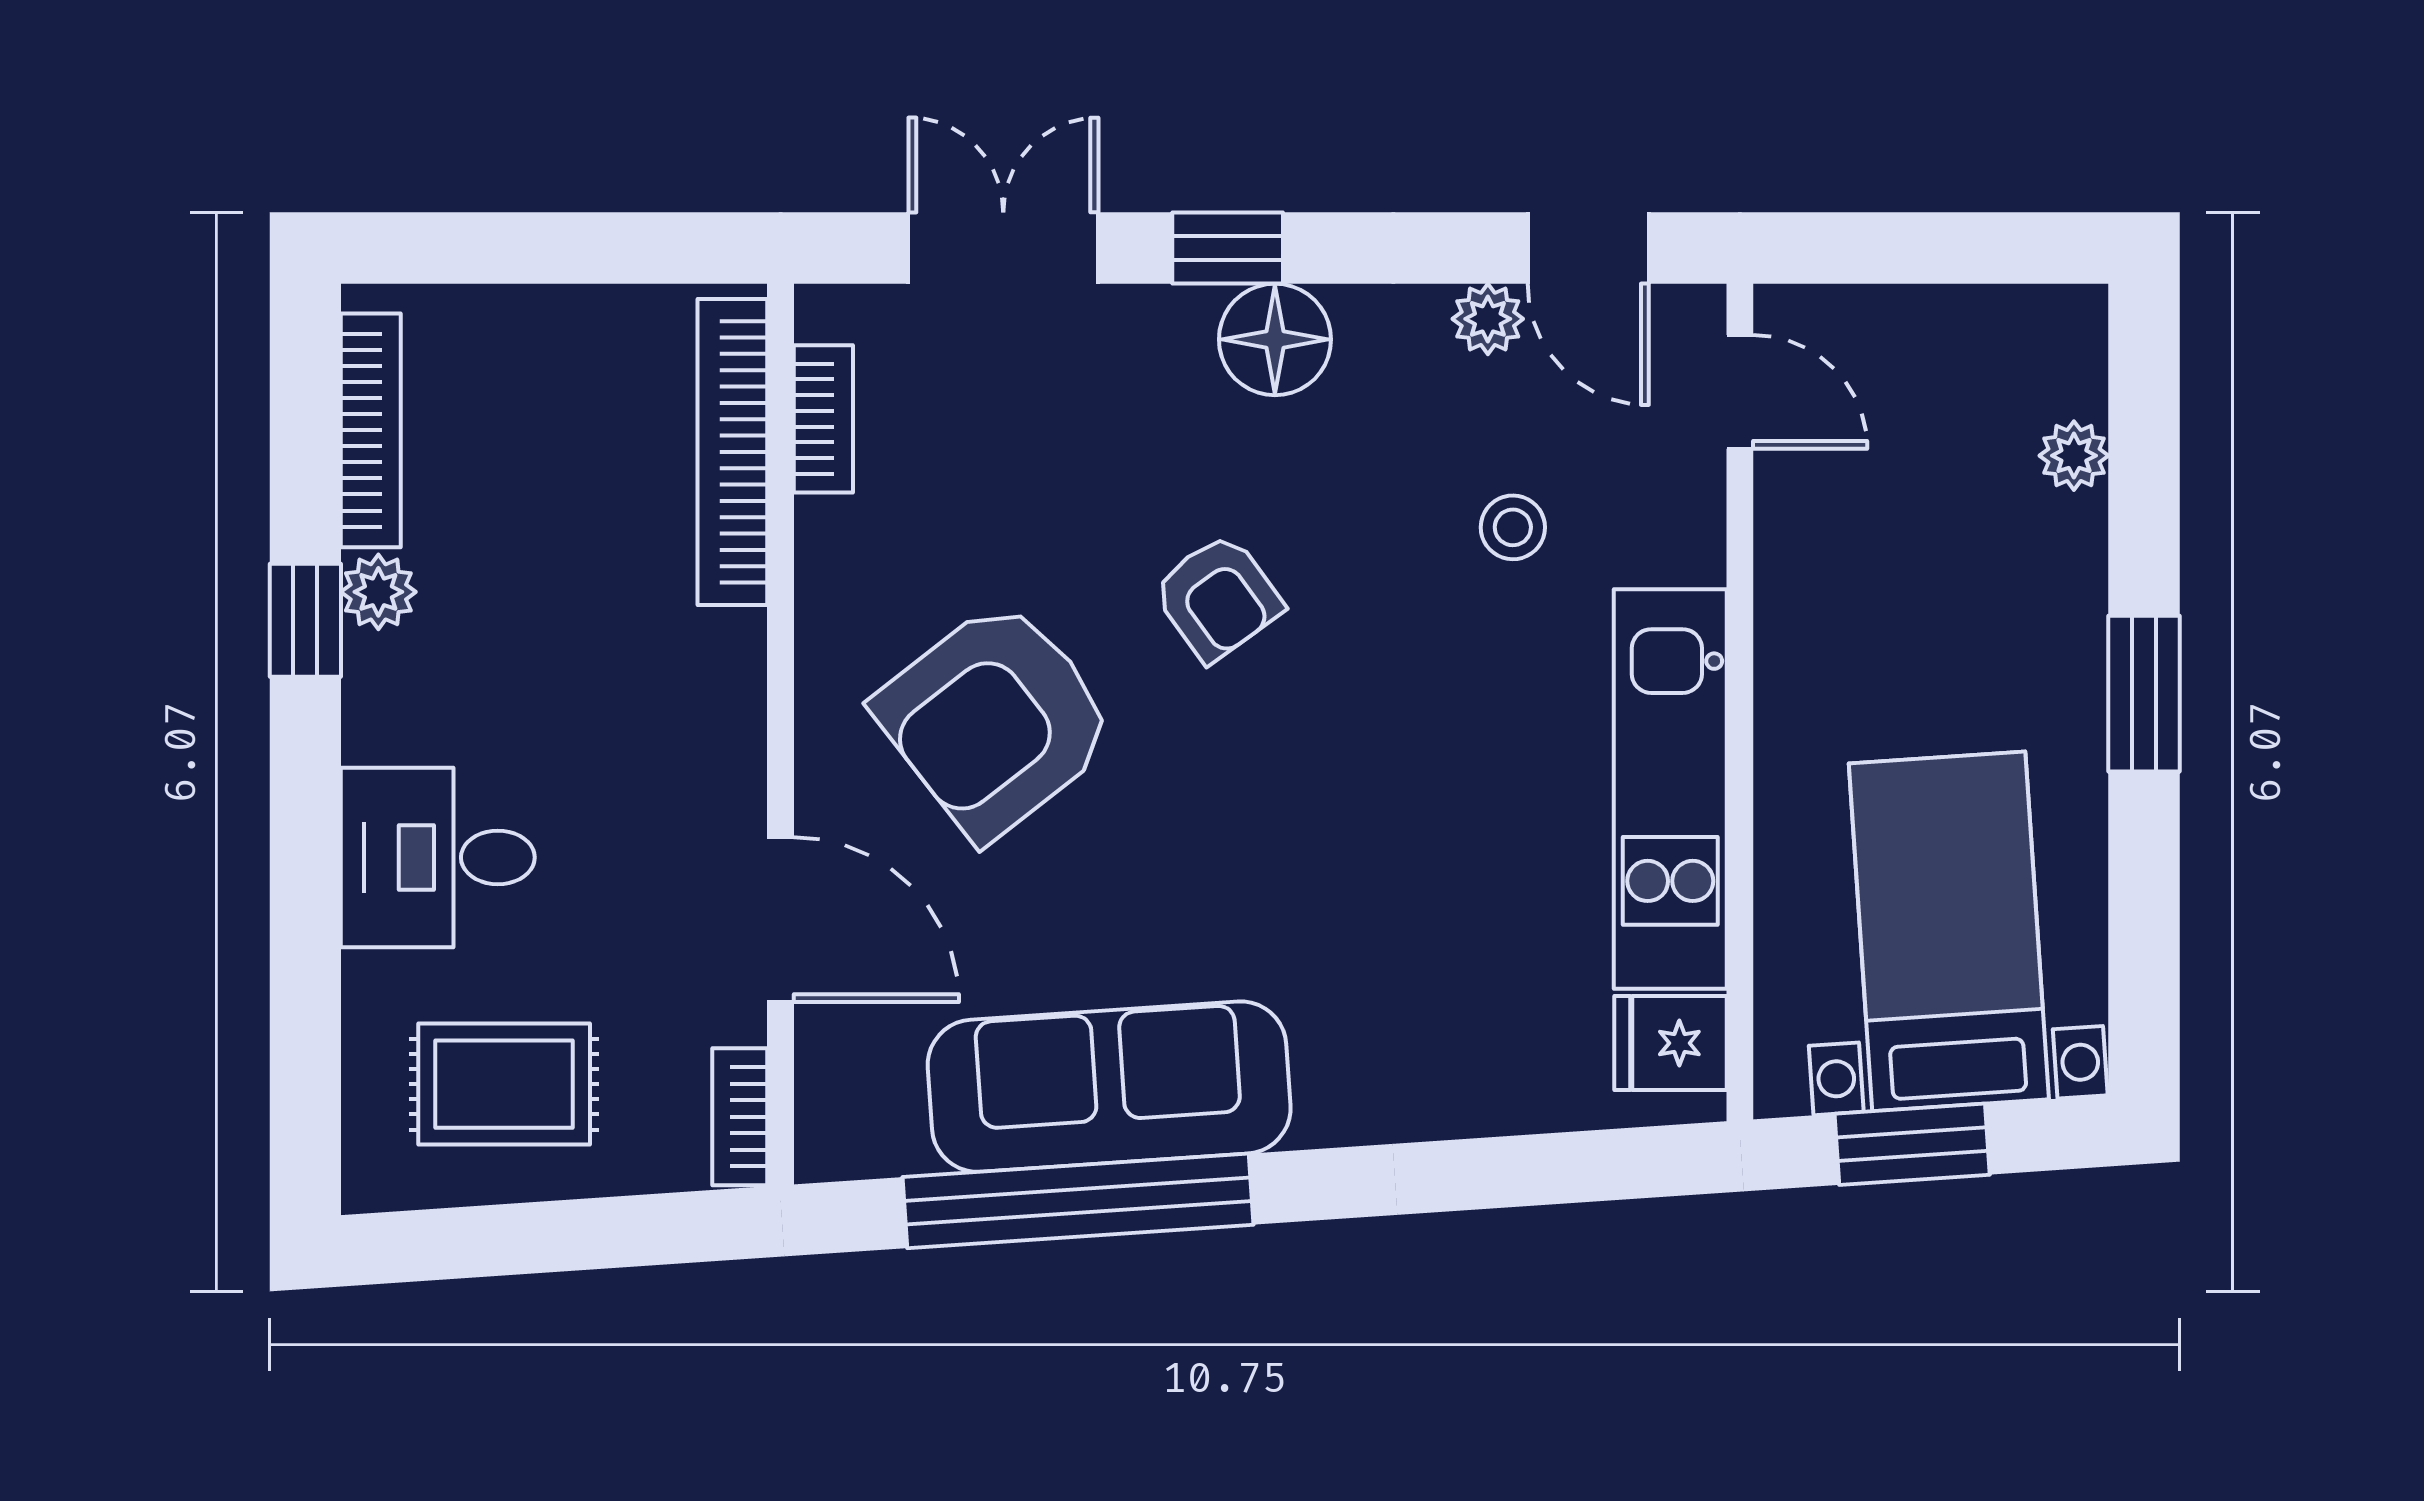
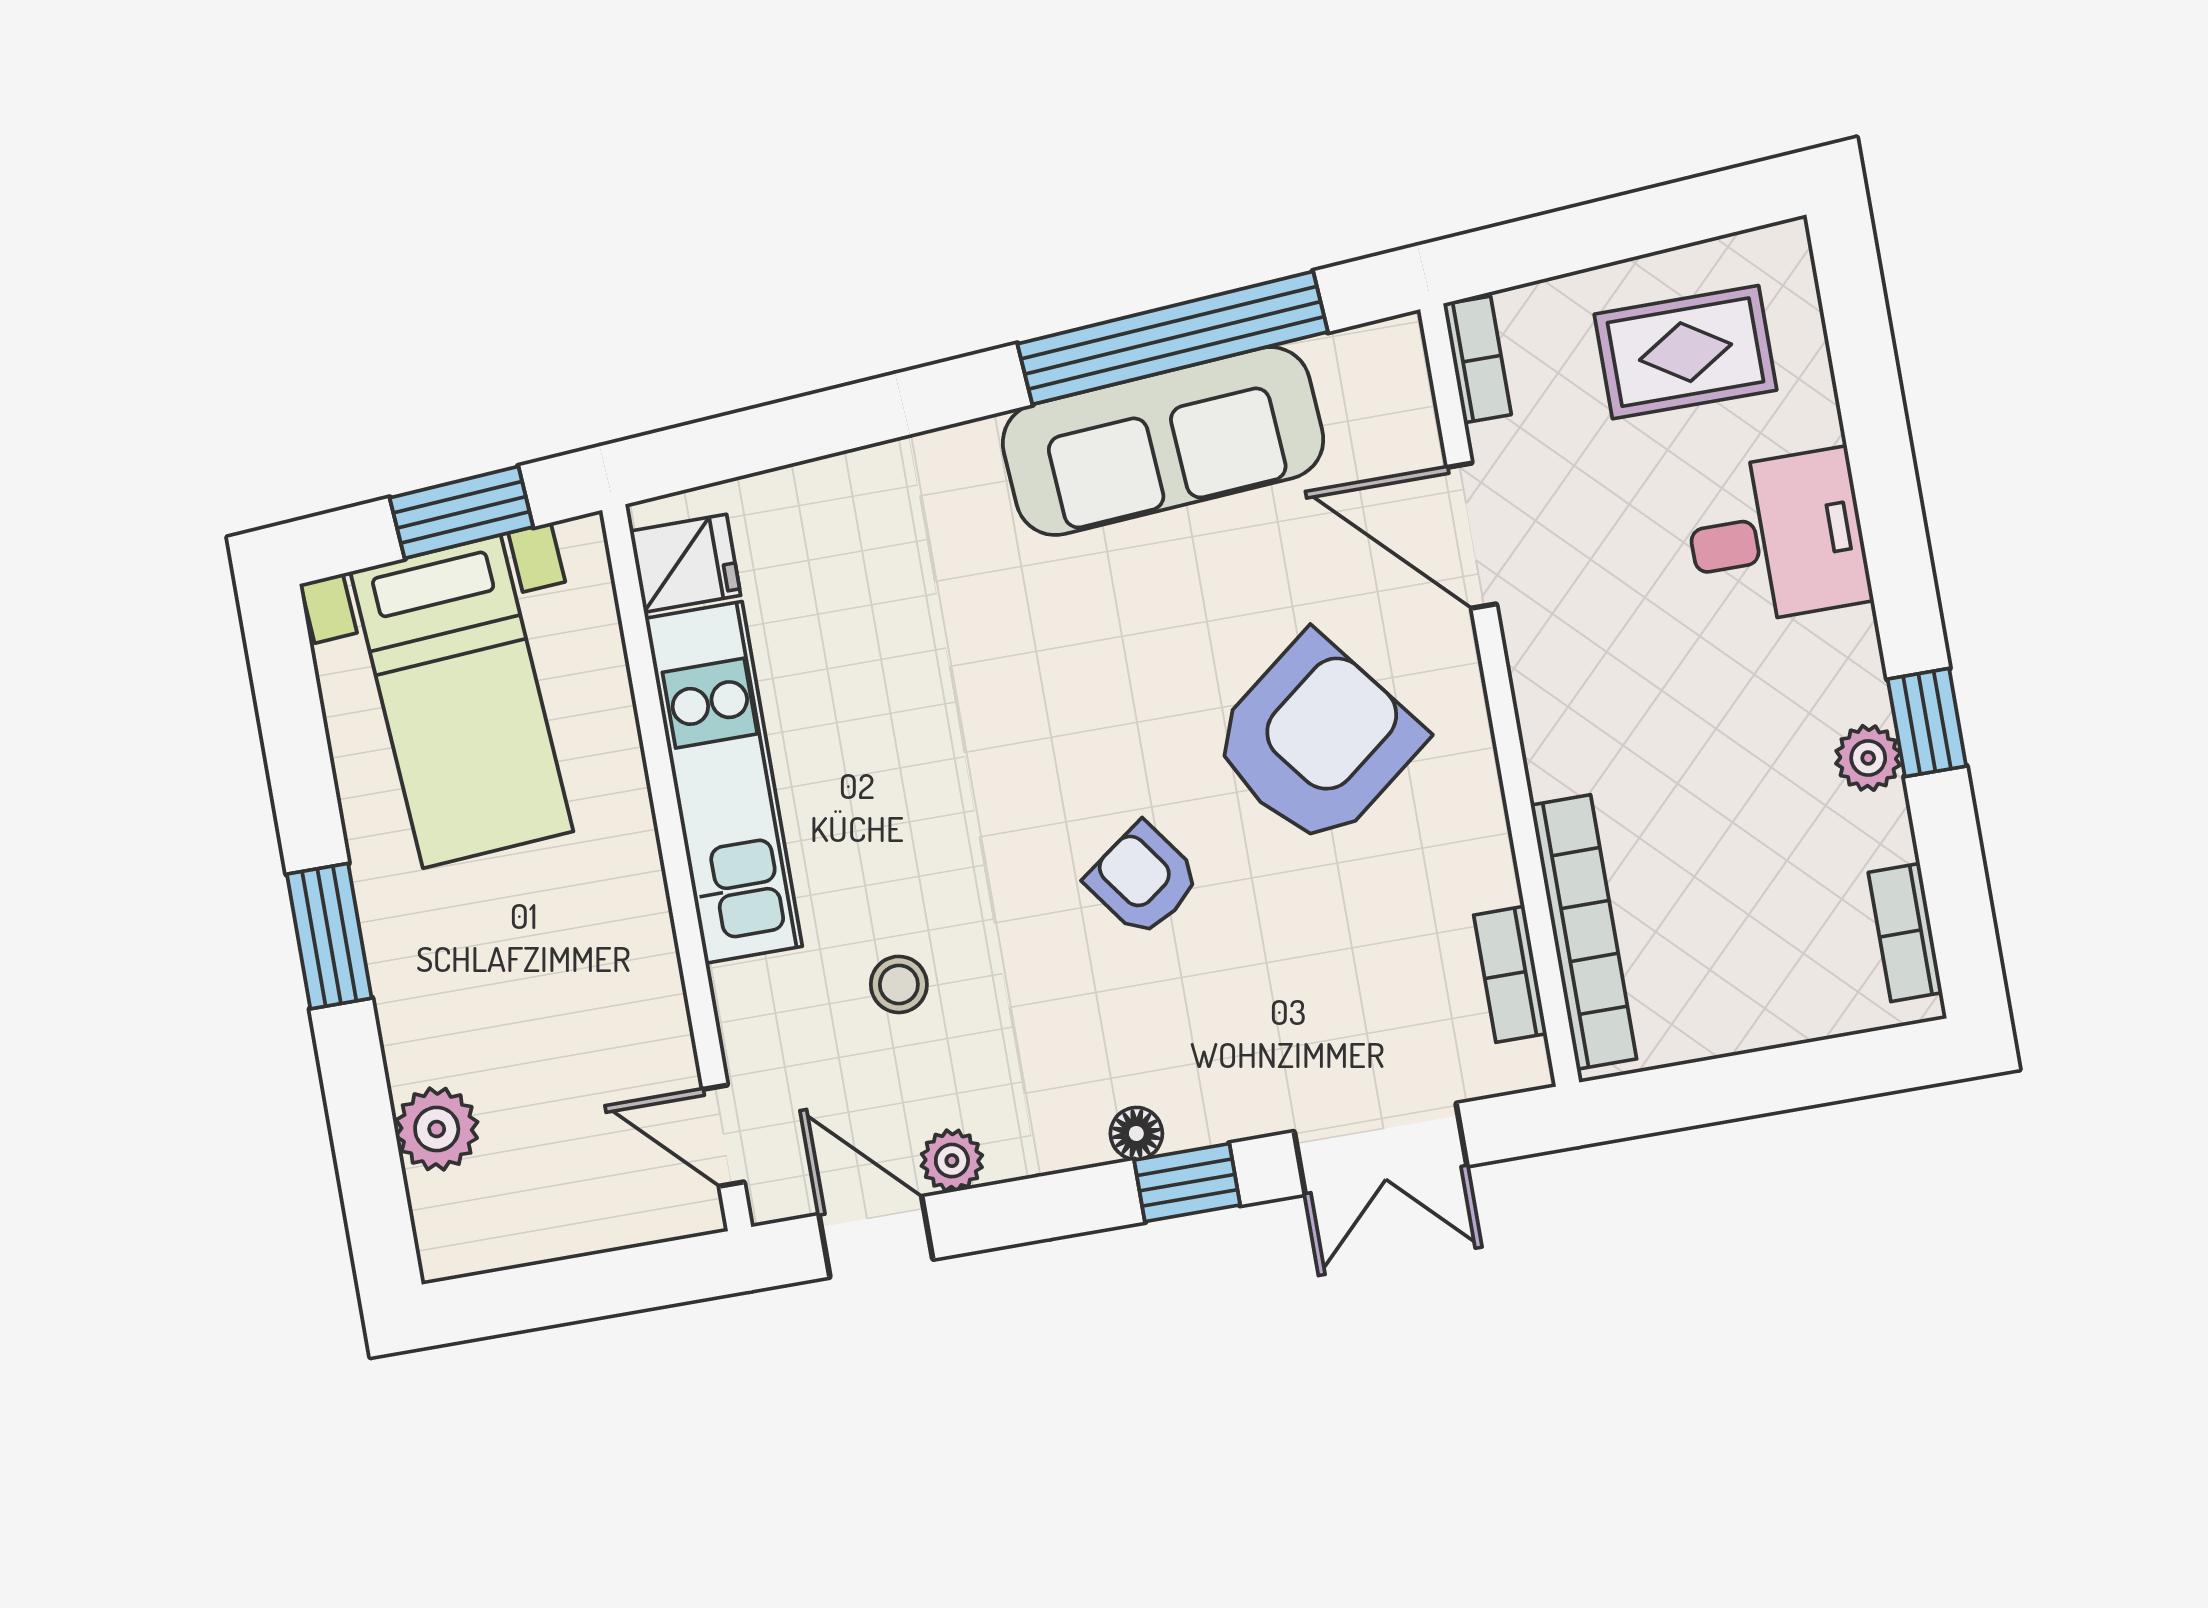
floor lamp: (1275, 339) -> (1136, 1133), width x0.53, depth x0.53
bookcase: (371, 430) -> (1905, 933), width x0.64
plant: (2074, 456) -> (437, 1129), width x1.38, depth x1.38

